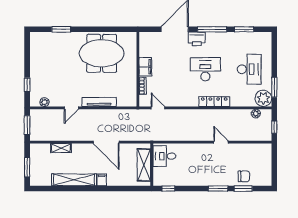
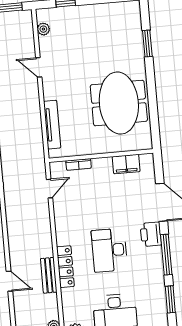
filing cabinet: (145, 67) -> (126, 164), moved
desk: (205, 69) -> (109, 250), turned 180
tv unit: (99, 102) -> (52, 125), moved
bench: (219, 114) -> (49, 275), added
door: (221, 142) -> (9, 281), hinge flipped

